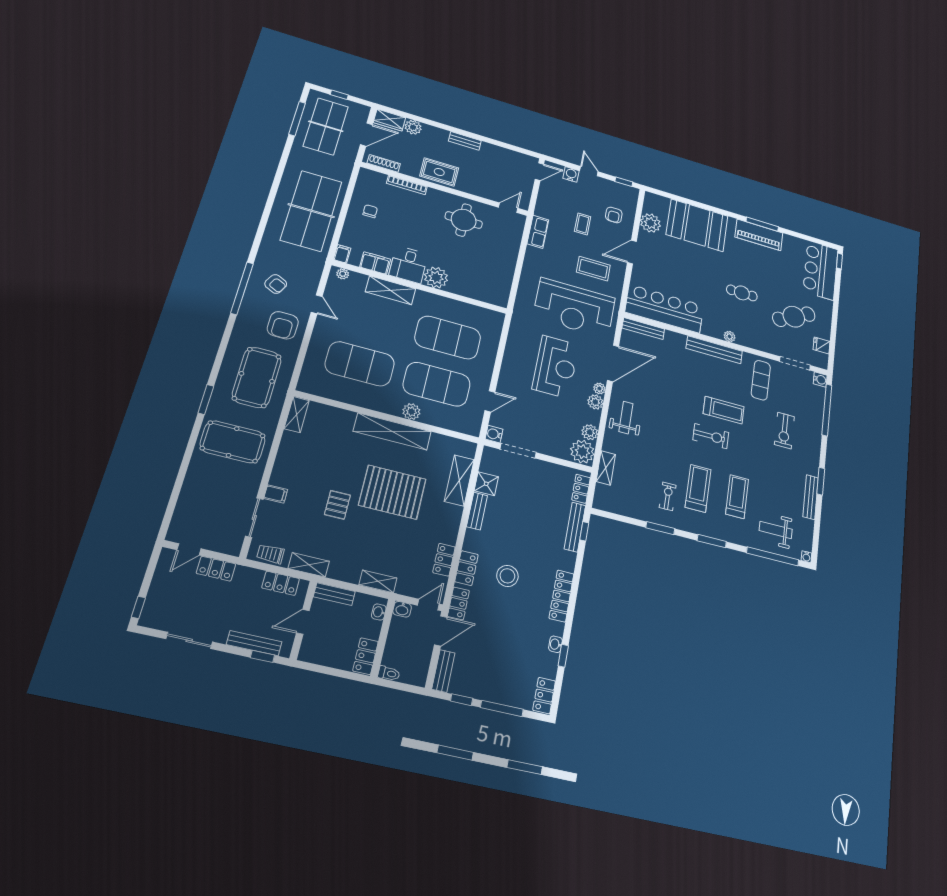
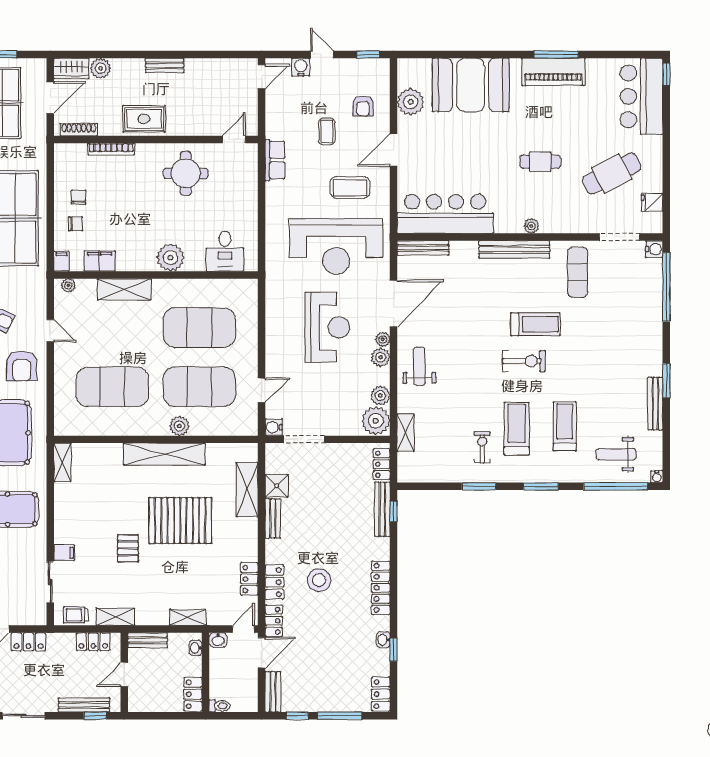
chair: (362, 230) -> (75, 224), added
desk: (409, 265) -> (225, 251), moved
exercise bike: (784, 431) -> (614, 329), removed

